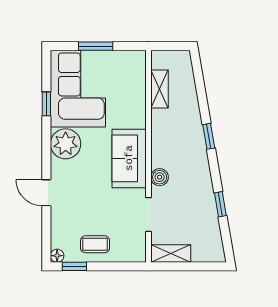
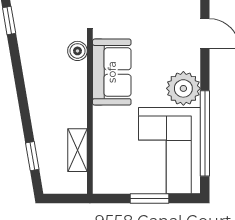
window: (46, 104) -> (205, 133), width x3.17
window: (209, 136) -> (32, 156), moved

